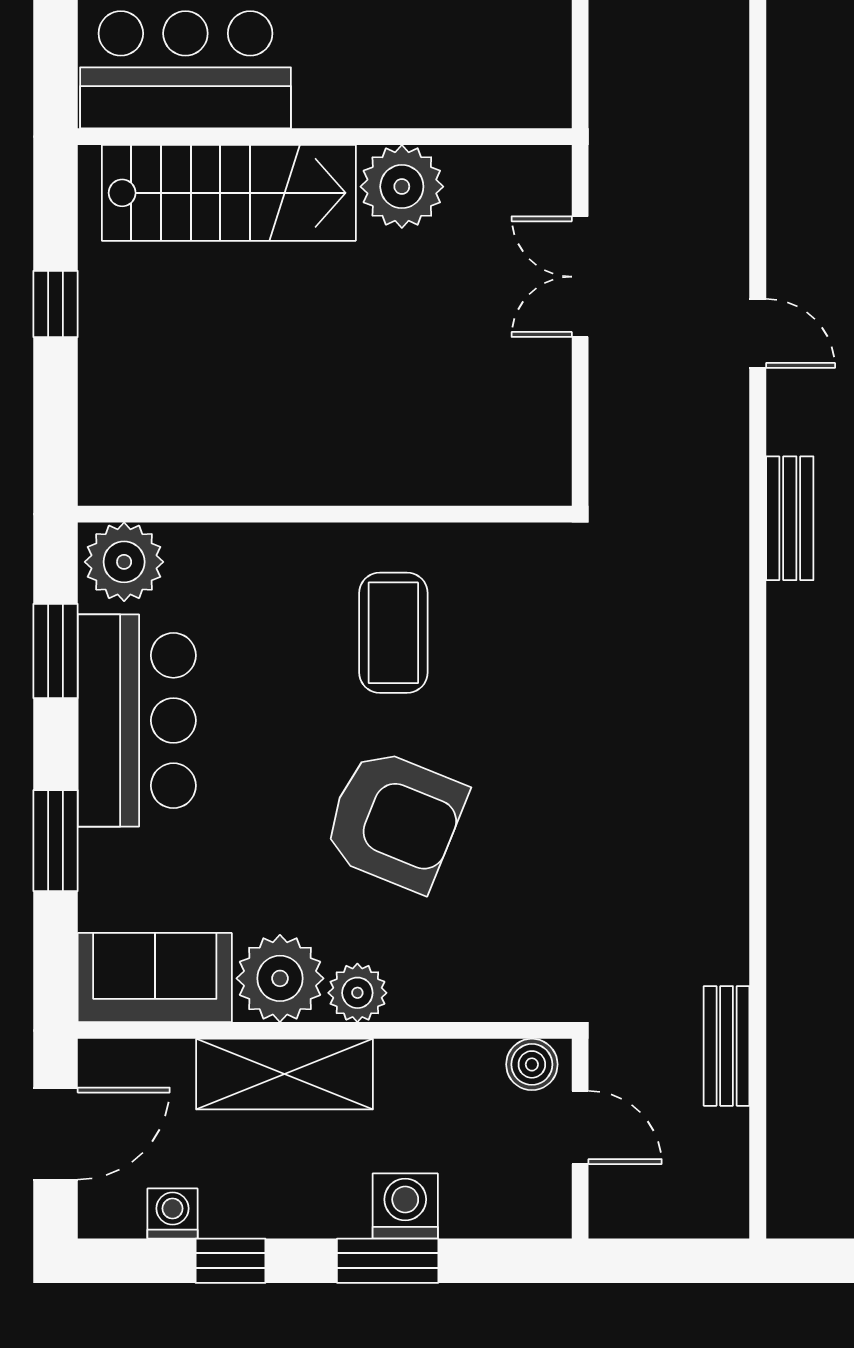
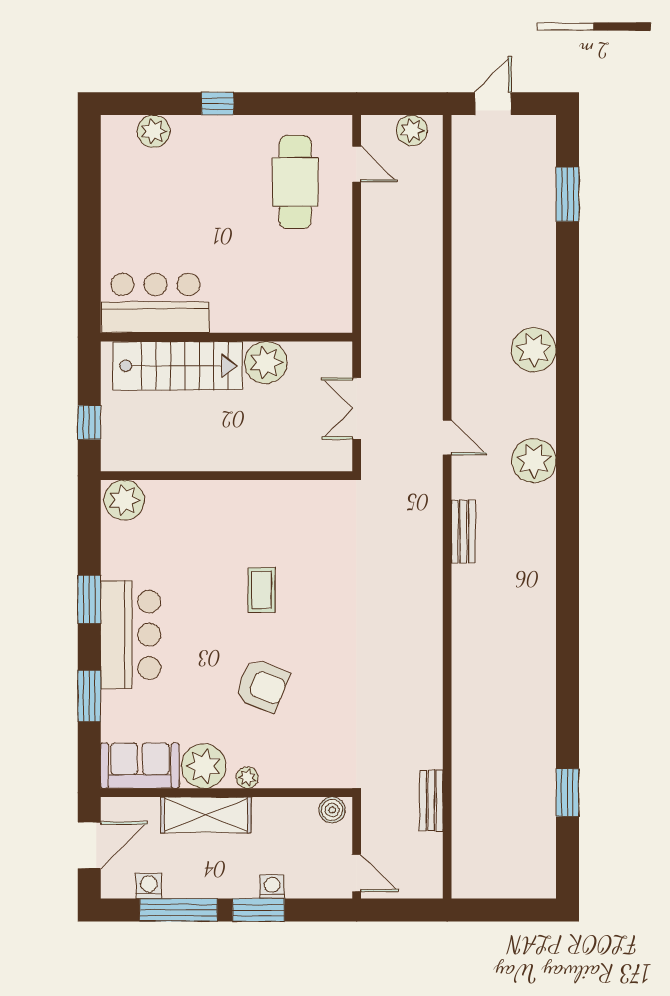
wall: (325, 514) -> (227, 476), moved
plant: (124, 562) -> (124, 500), moved
coffee table: (393, 633) -> (261, 590), width x0.73, depth x0.77
armchair: (394, 820) -> (262, 685), width x0.73, depth x0.73
plant: (357, 993) -> (247, 778), width x0.73, depth x0.73
door: (580, 1127) -> (357, 873), moved
washing machine: (405, 1206) -> (272, 887), width x0.73, depth x0.73
window: (230, 1261) -> (178, 910), width x2.17

